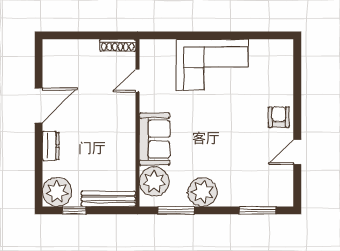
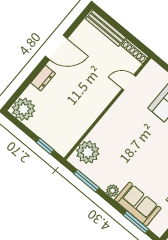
sofa: (155, 139) -> (138, 204), moved, turned -90
plant: (202, 192) -> (112, 191), width x0.53, depth x0.53
bench: (108, 199) -> (106, 28), moved
window: (74, 210) -> (45, 146), moved

